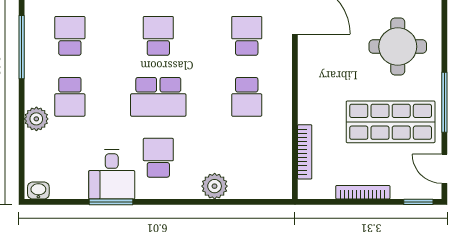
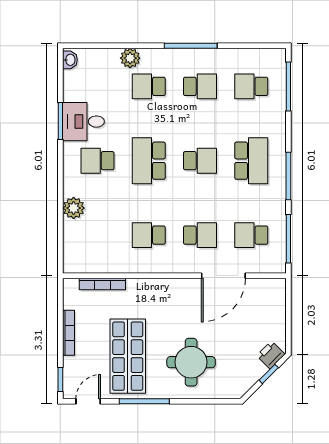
school desk: (158, 158) -> (97, 161), turned 180

